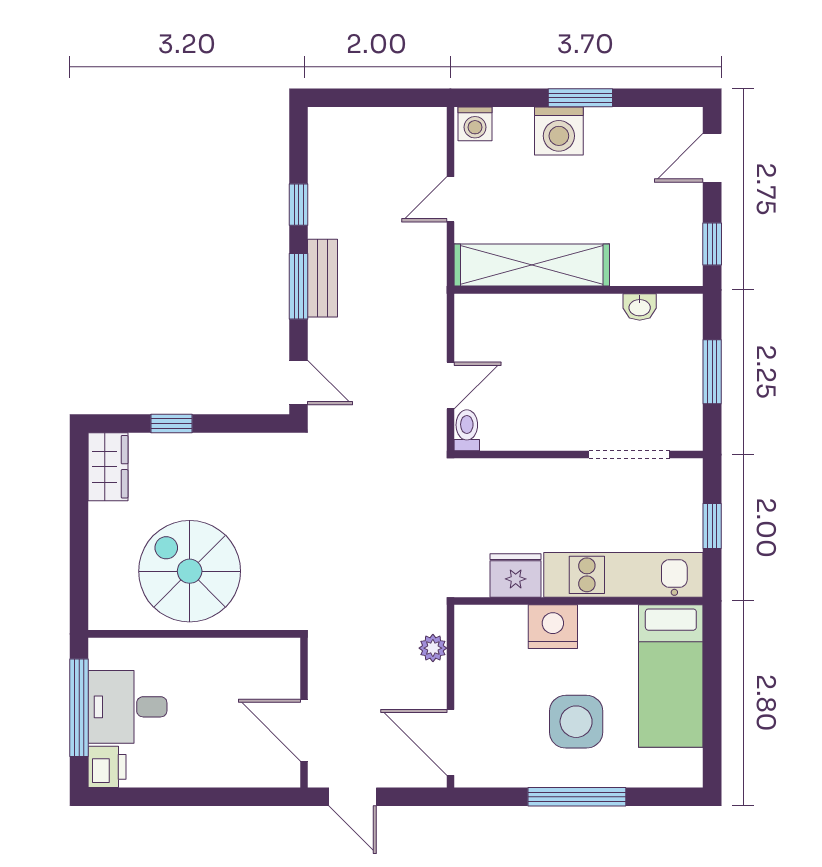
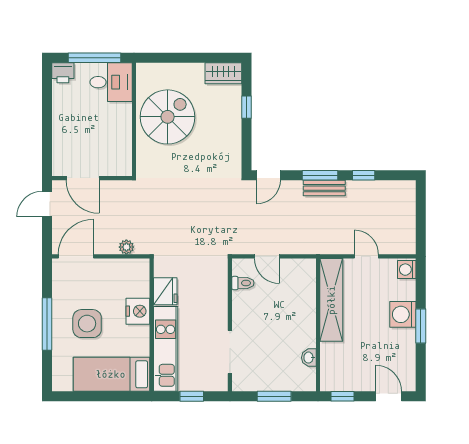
toilet: (467, 430) -> (243, 283), moved
desk: (127, 707) -> (111, 82), moved, turned 90
door: (304, 730) -> (83, 178), swing flipped

